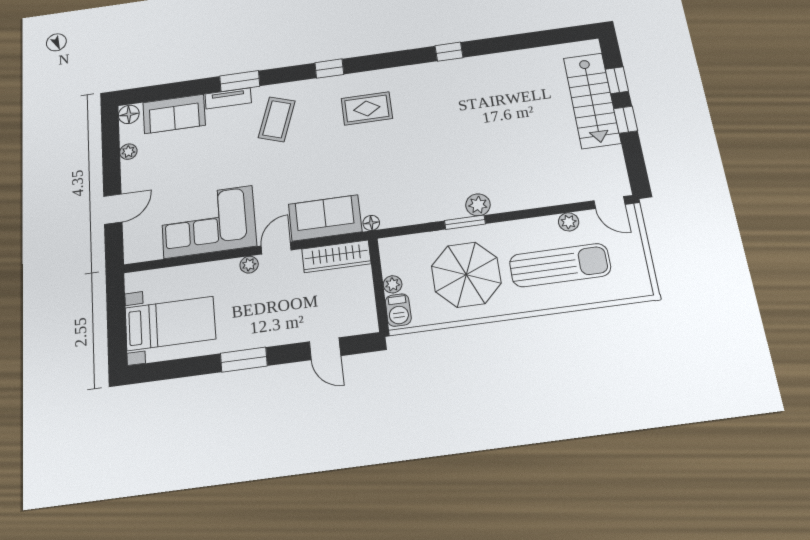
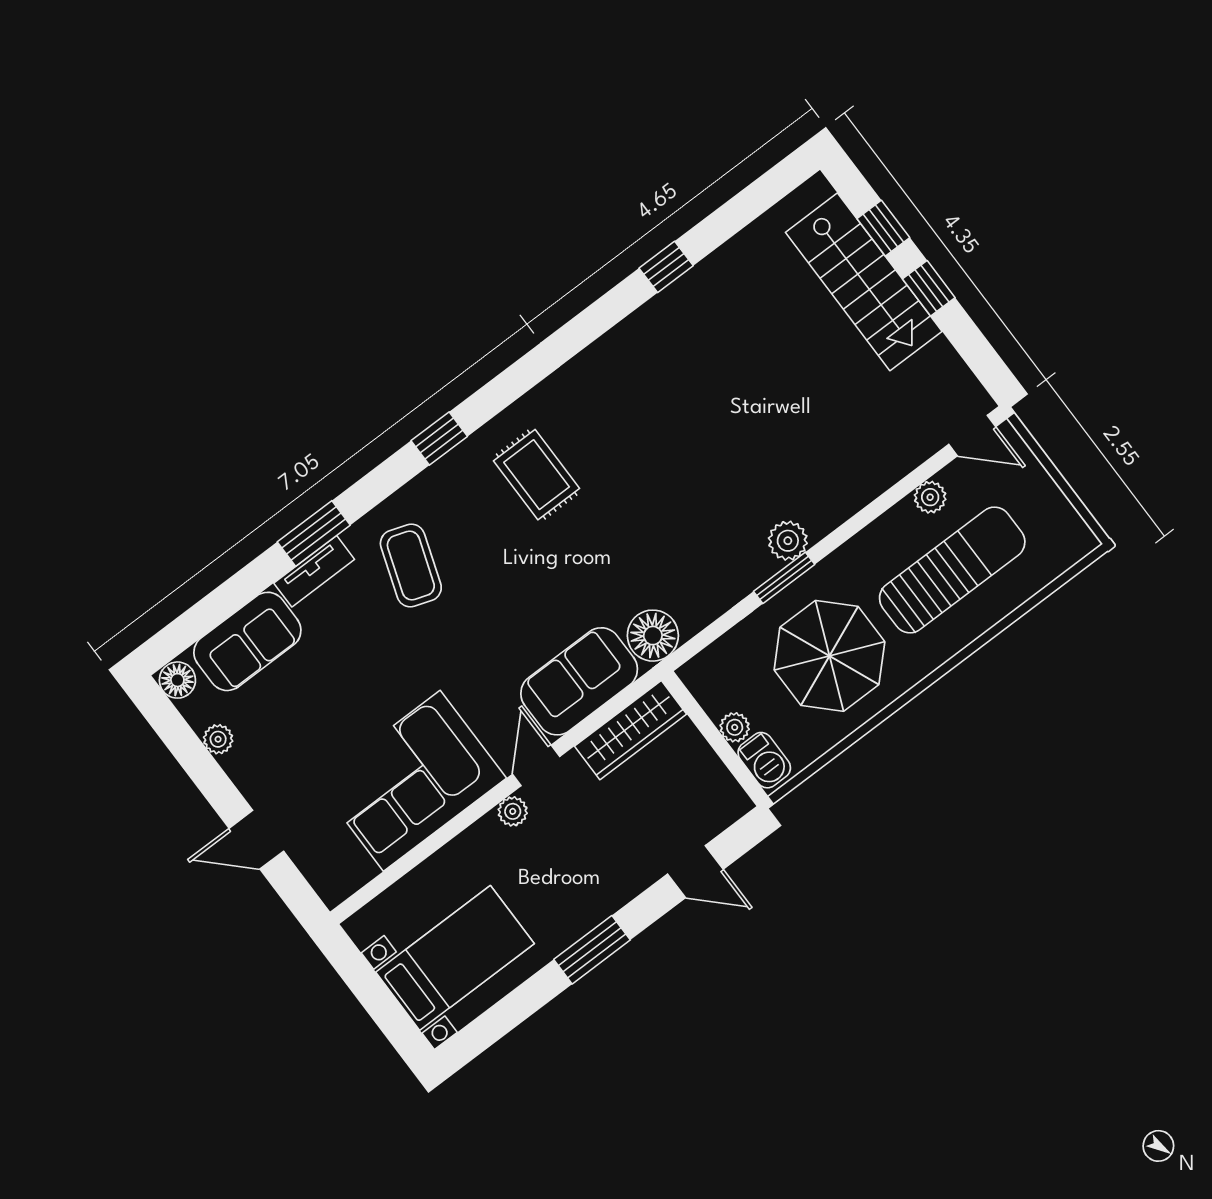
window: (449, 52) -> (666, 267), moved
rug: (367, 108) -> (537, 475), turned 90
door: (113, 209) -> (256, 840), swing flipped
floor lamp: (371, 223) -> (653, 636), width x1.89, depth x1.89

